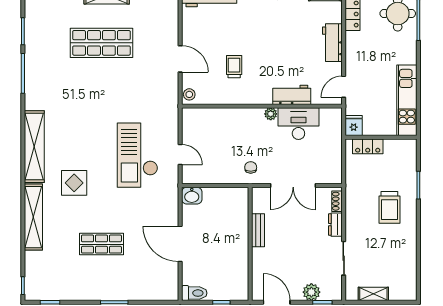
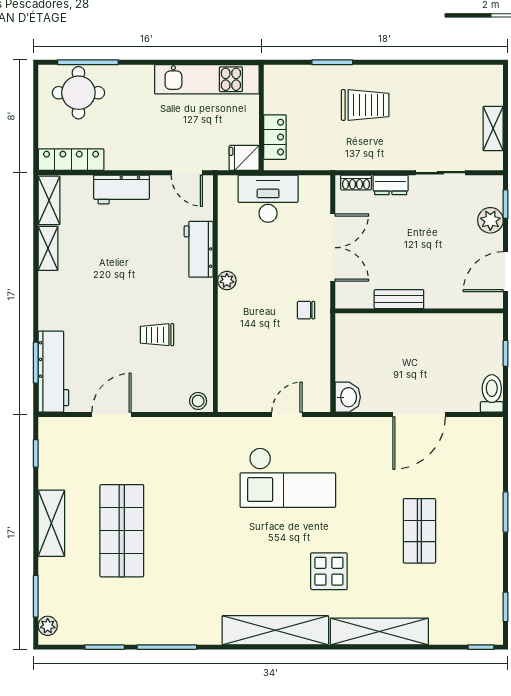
door: (180, 59) -> (112, 415), moved
desk: (298, 124) -> (268, 199), moved, turned 90

